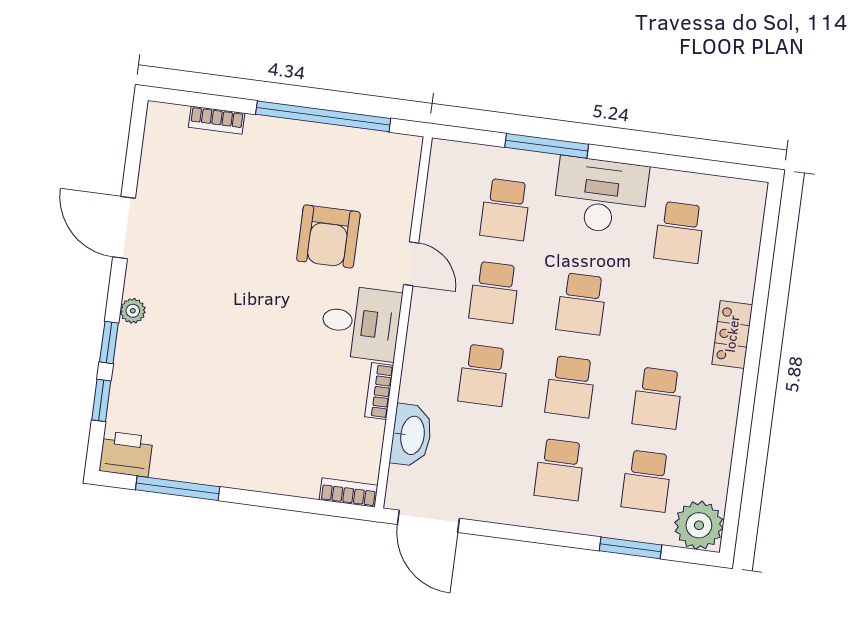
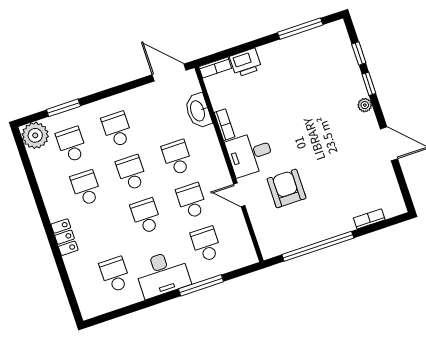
printer: (126, 454) -> (246, 63), moved

